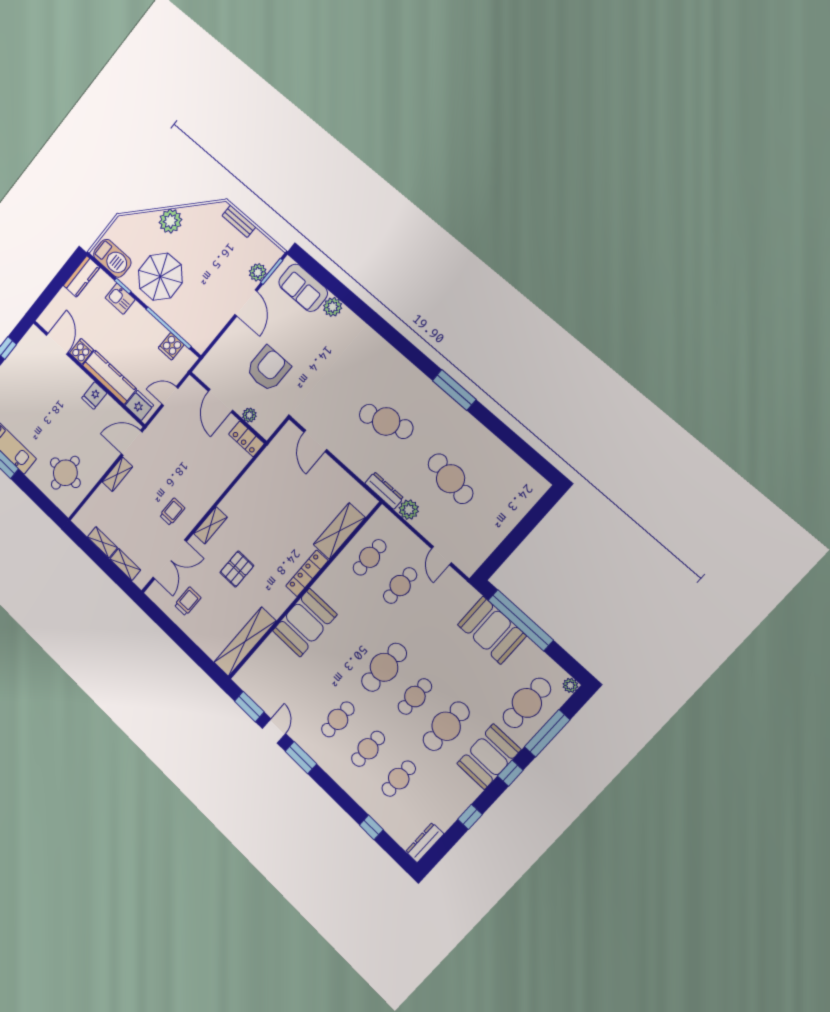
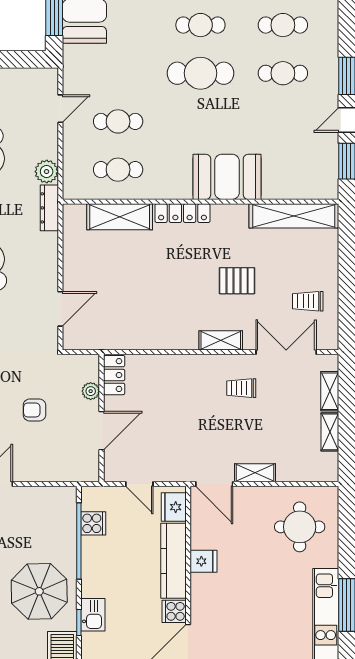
armchair: (268, 369) -> (34, 410), width x0.53, depth x0.53

